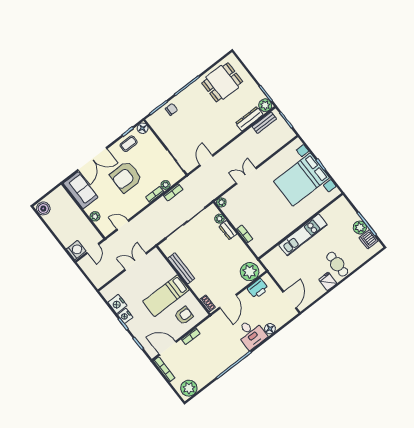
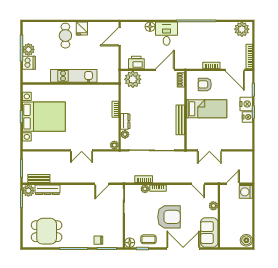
dishwasher: (369, 239) -> (29, 63), moved
nightstand: (117, 304) -> (246, 104), moved

